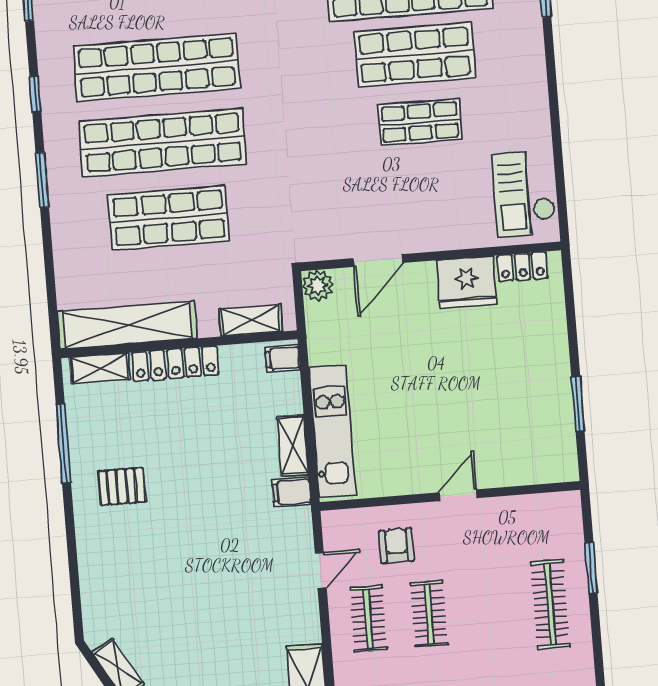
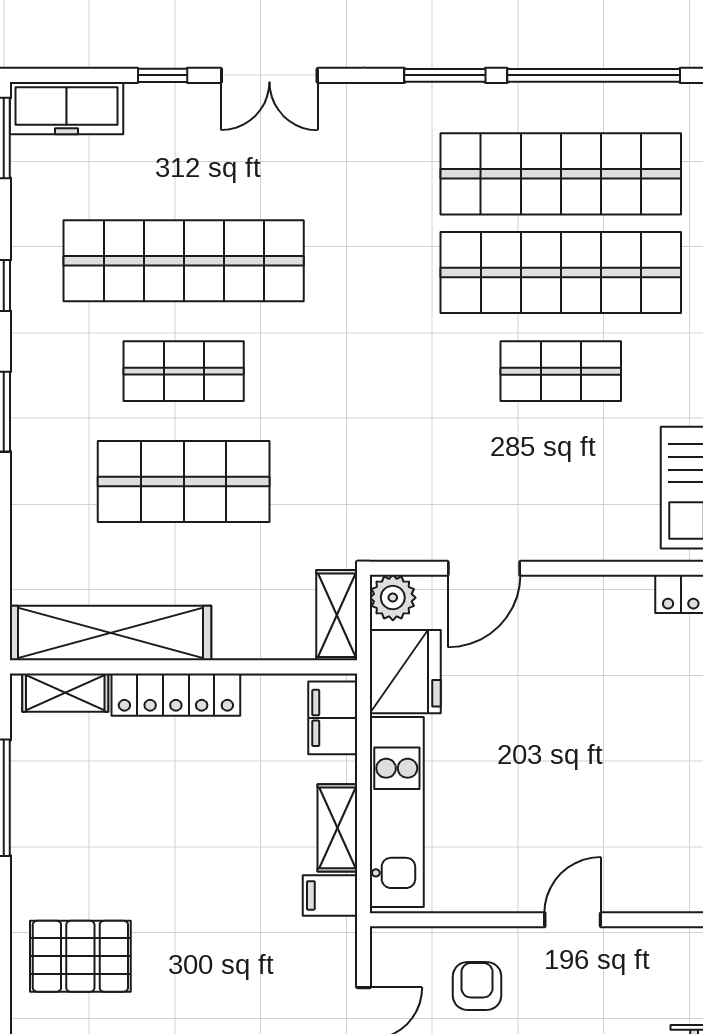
shop shelf: (414, 55) -> (561, 273), width x1.40
shop shelf: (163, 143) -> (184, 371), width x0.50, depth x0.74
fridge: (467, 282) -> (405, 672), moved, turned -90
shelving: (251, 320) -> (337, 615), moved, turned 90
filing cabinet: (283, 358) -> (333, 718), width x2.00
pallet: (122, 486) -> (80, 956), moved, width x1.50, depth x1.42

